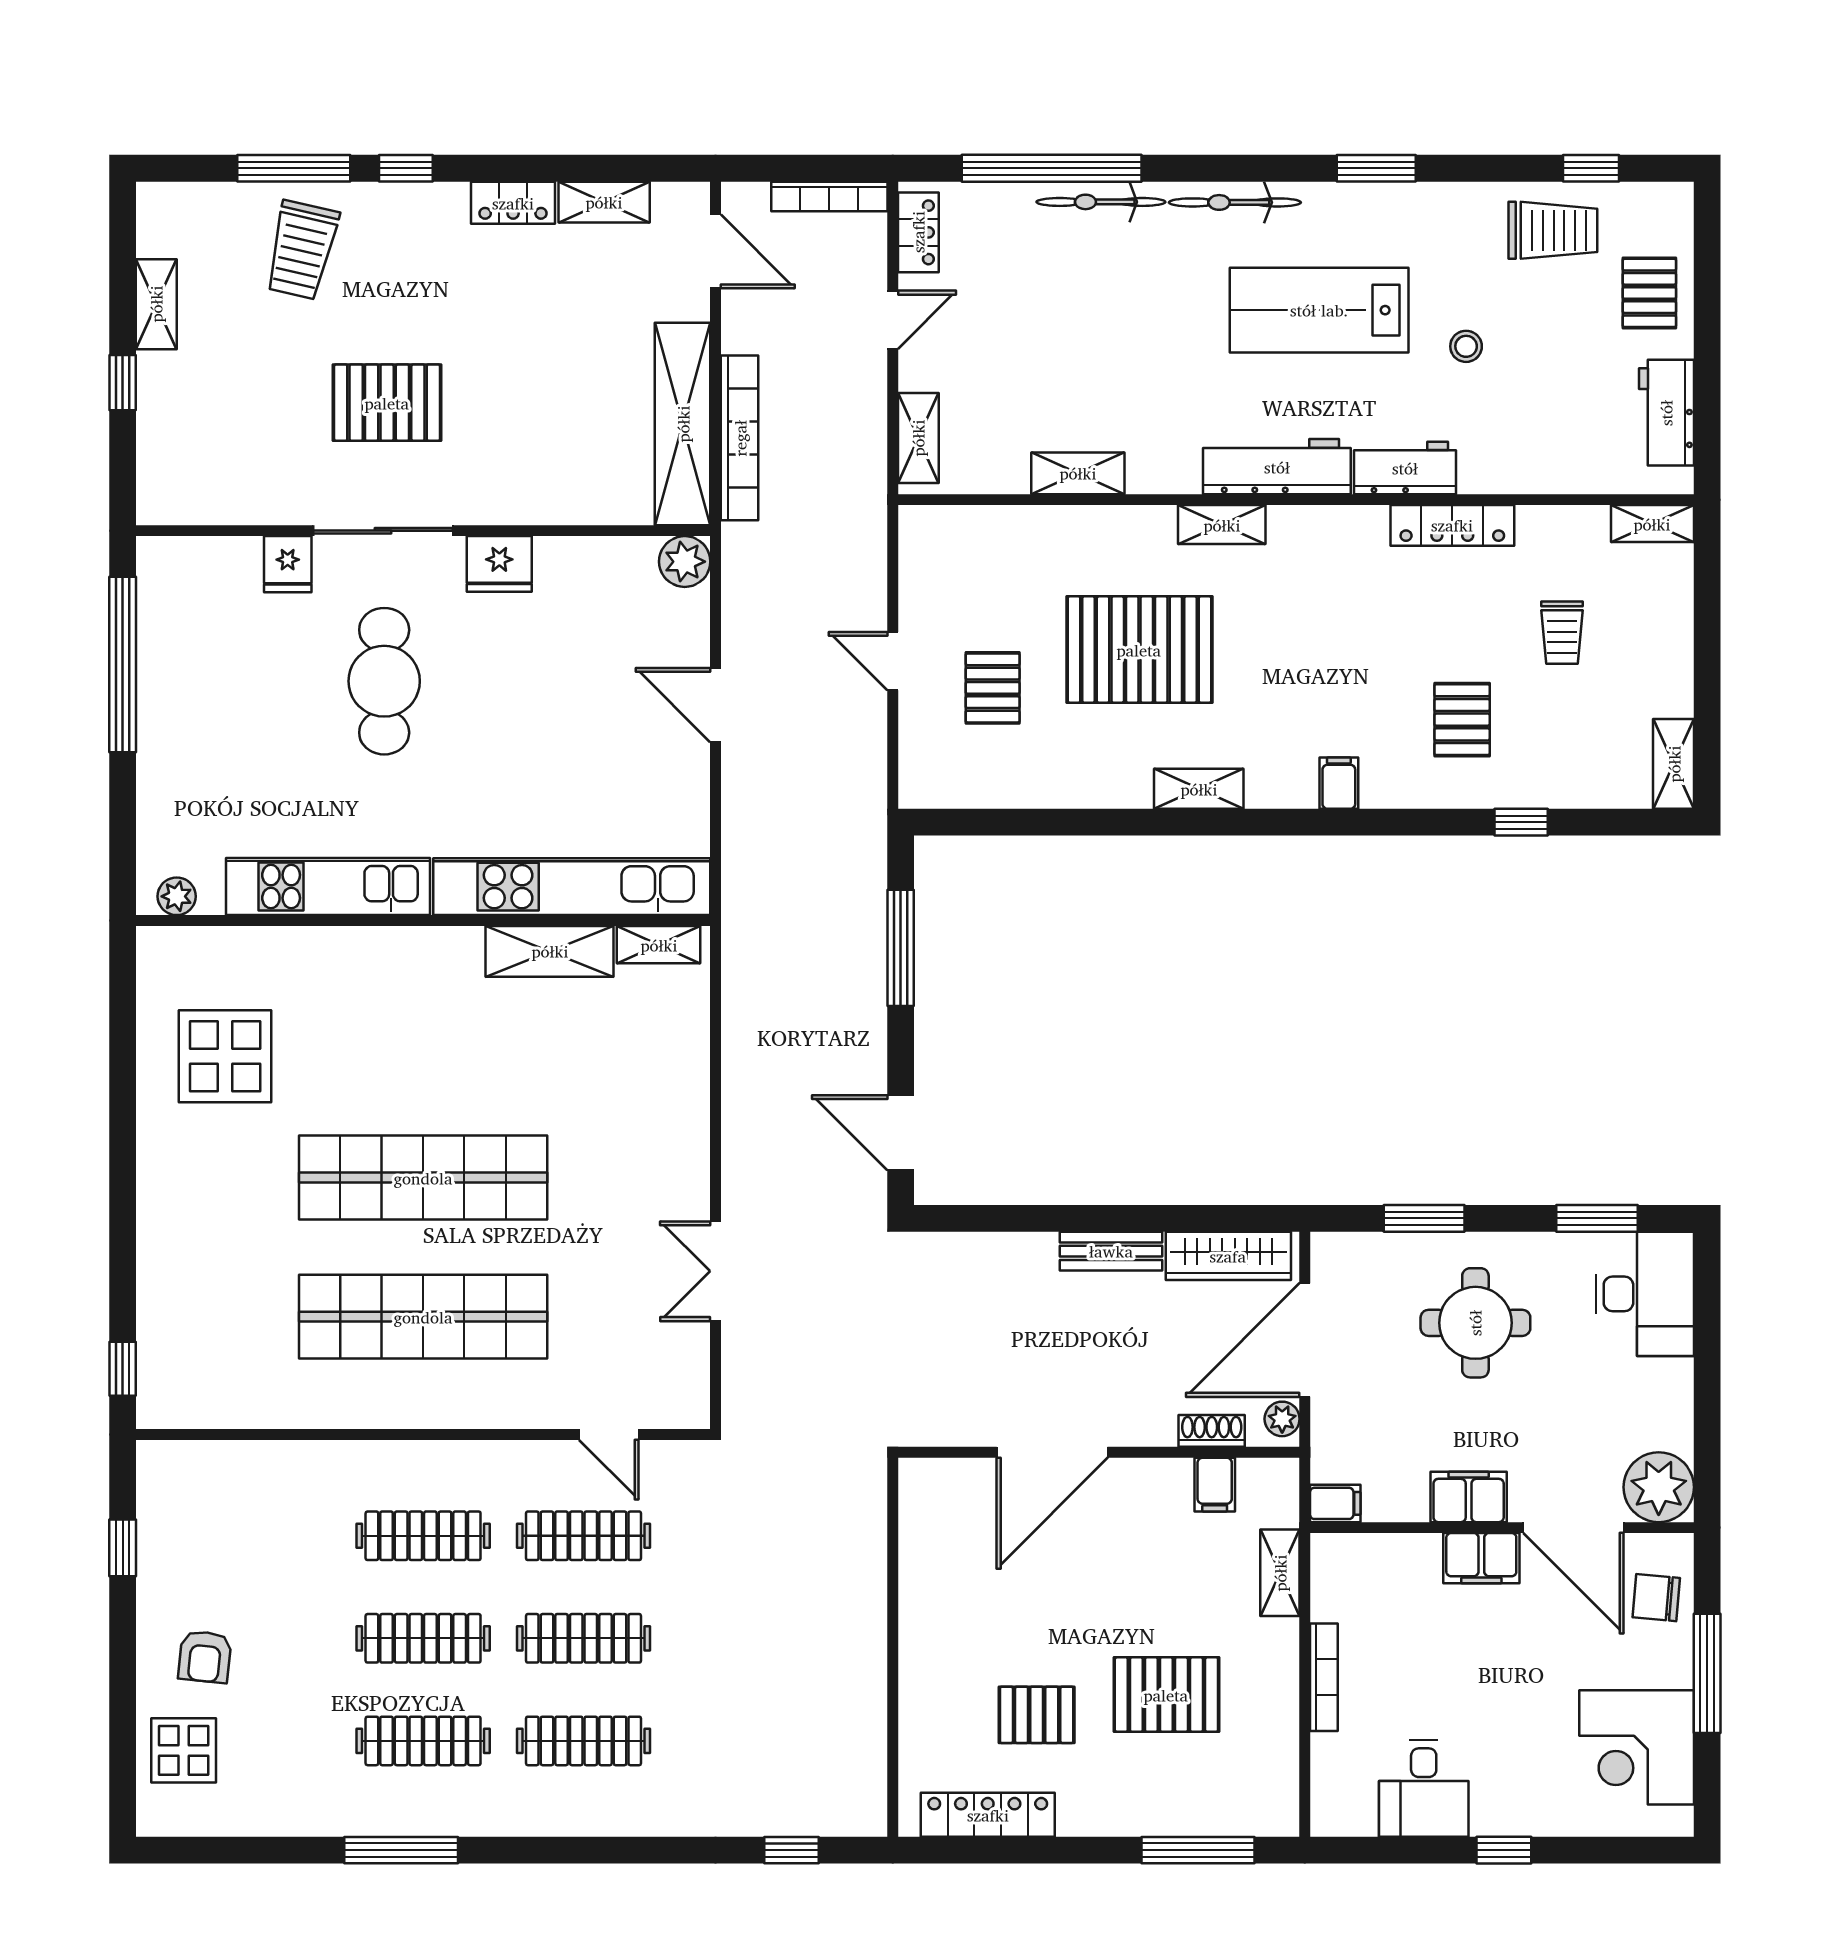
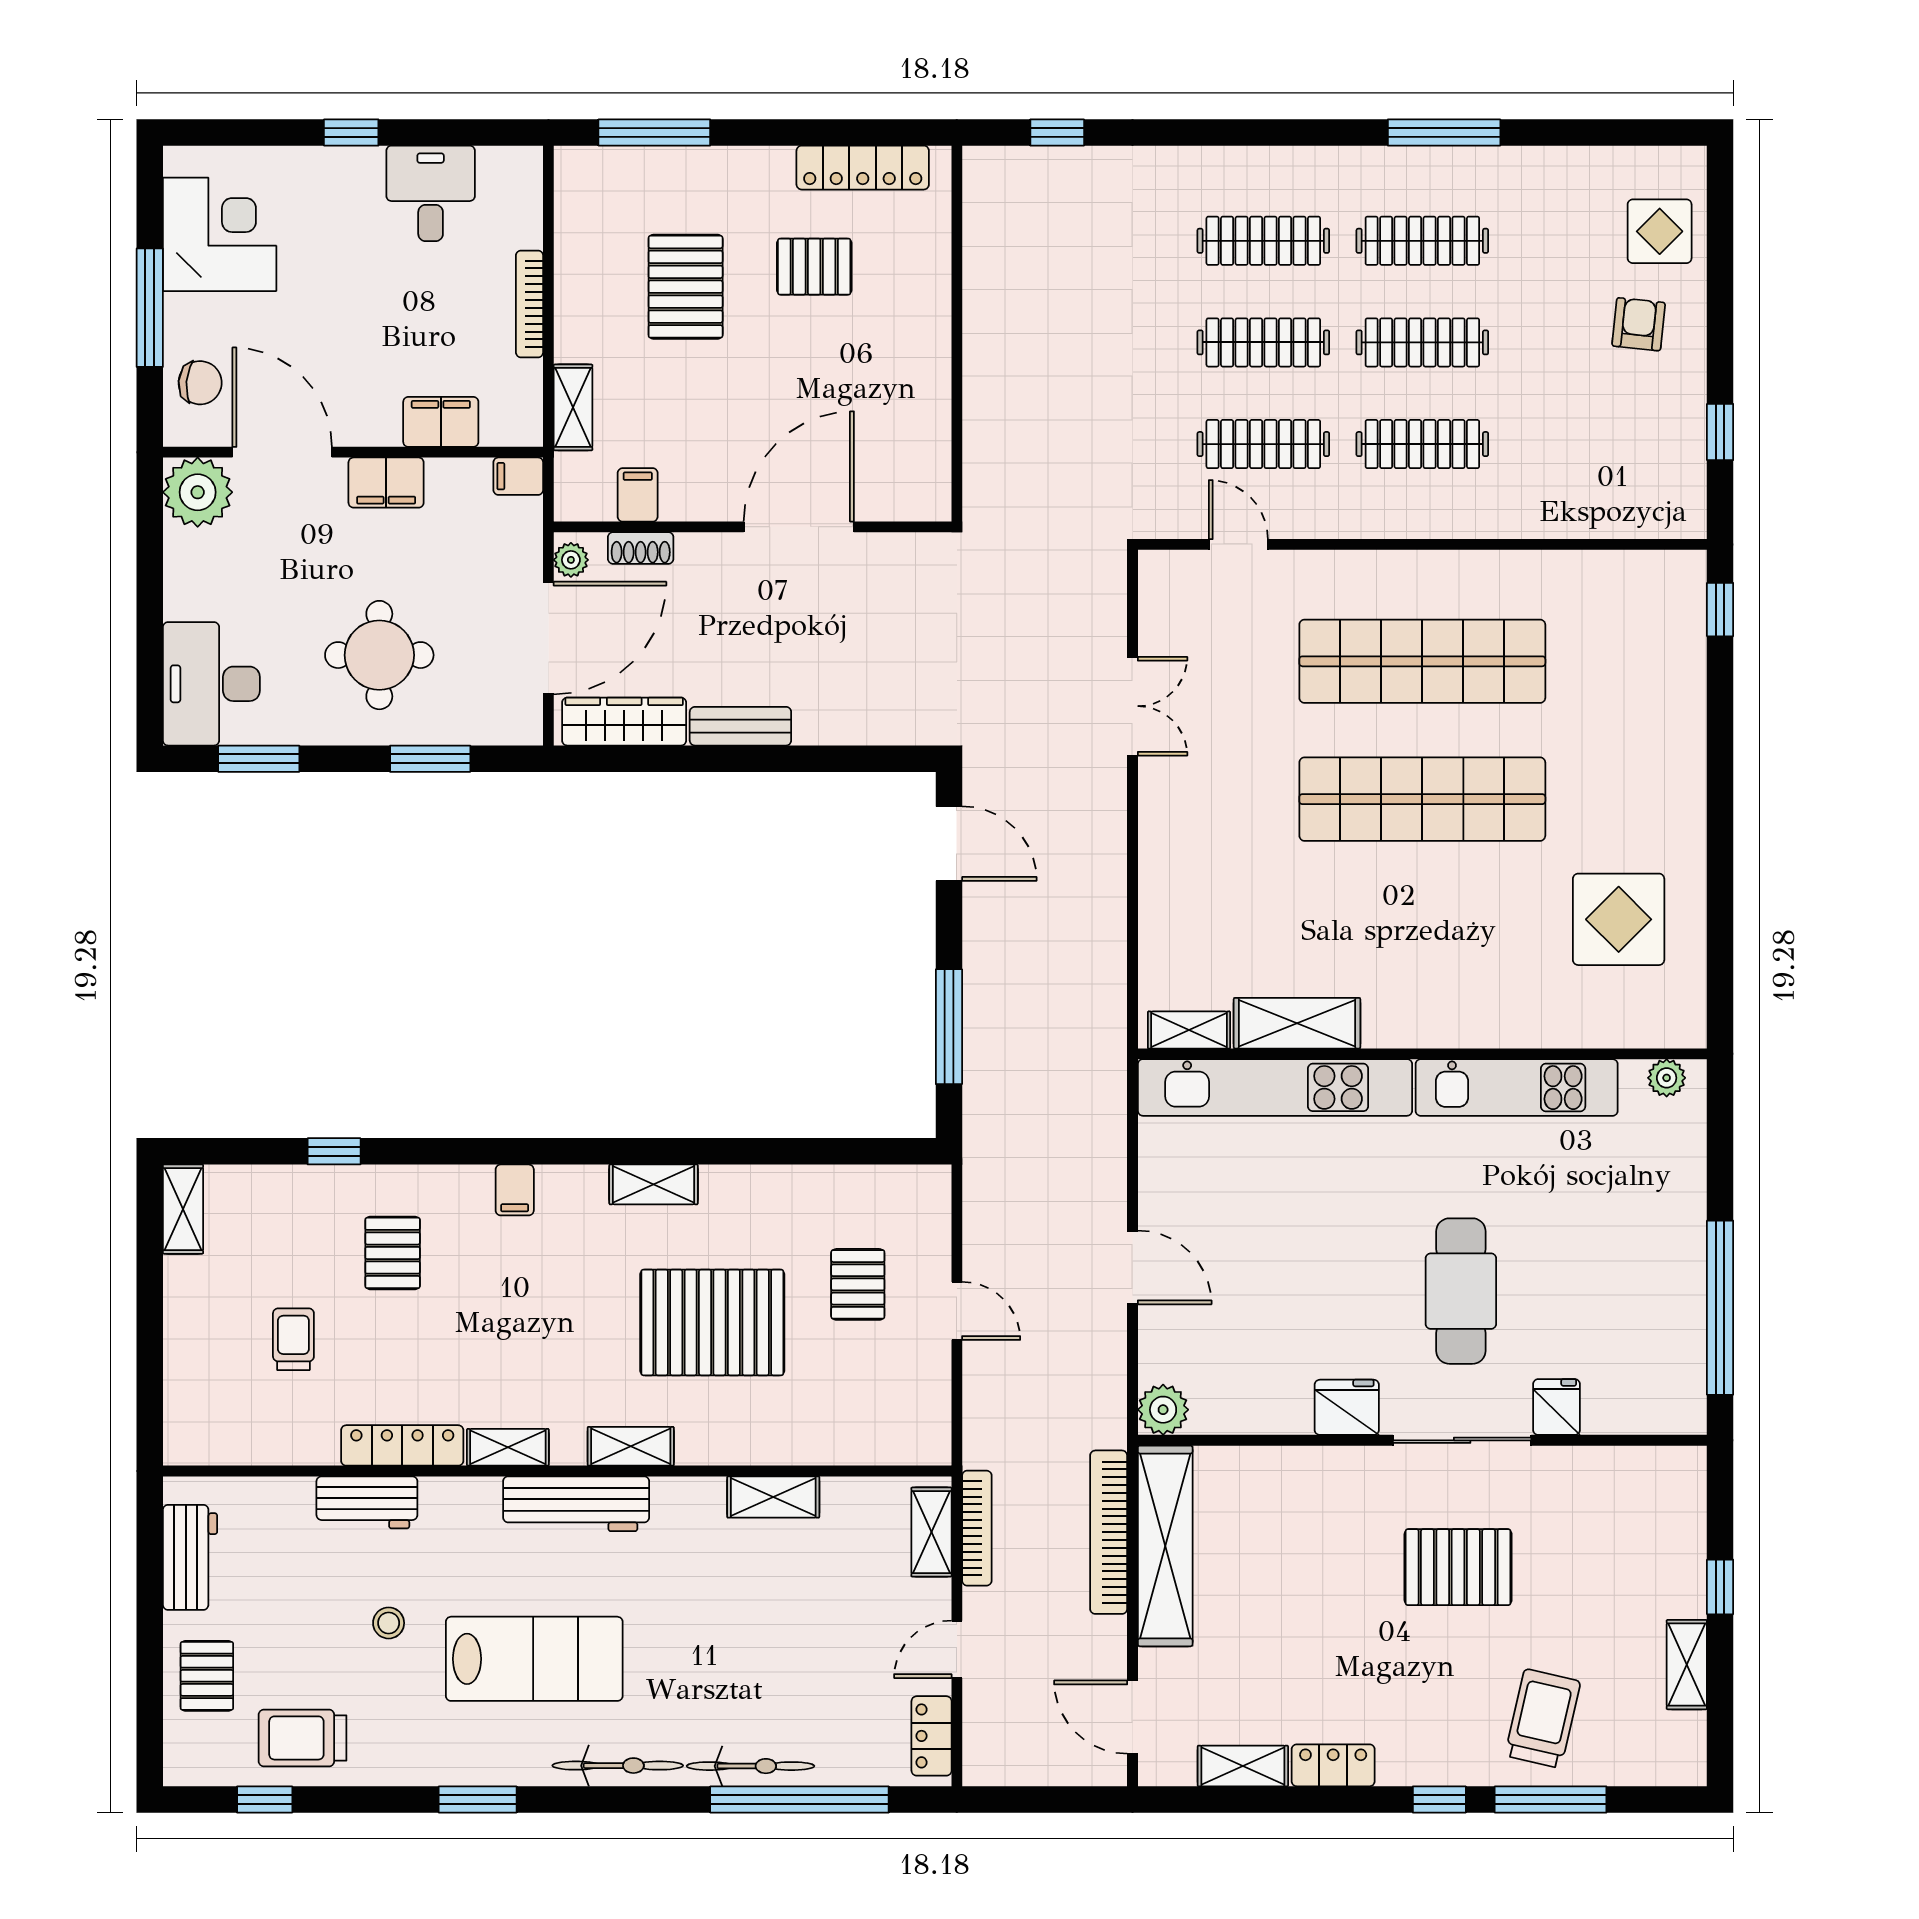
bookcase: (829, 196) -> (977, 1528), moved, turned 90
workbench: (1405, 468) -> (367, 1502), moved
shelving: (1652, 524) -> (508, 1447), moved
filing cabinet: (1481, 1558) -> (441, 422), moved
pallet: (1166, 1695) -> (686, 287), turned 90

